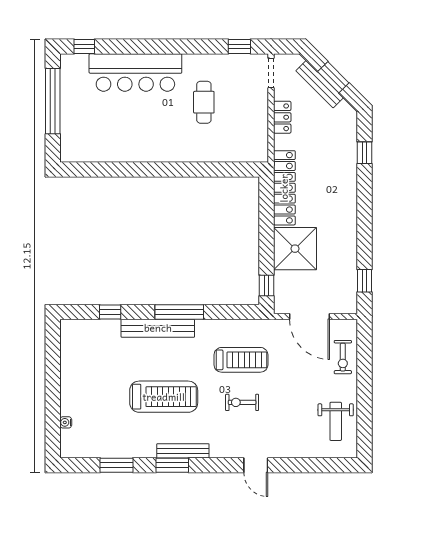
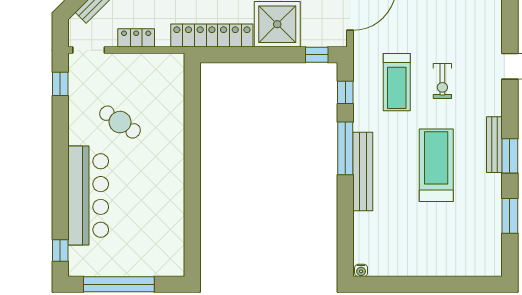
cafe table: (204, 102) -> (120, 122), turned 34
window: (110, 312) -> (345, 92), moved
treadmill: (241, 360) -> (397, 82), turned 180
water cooler: (66, 422) -> (361, 270), moved

